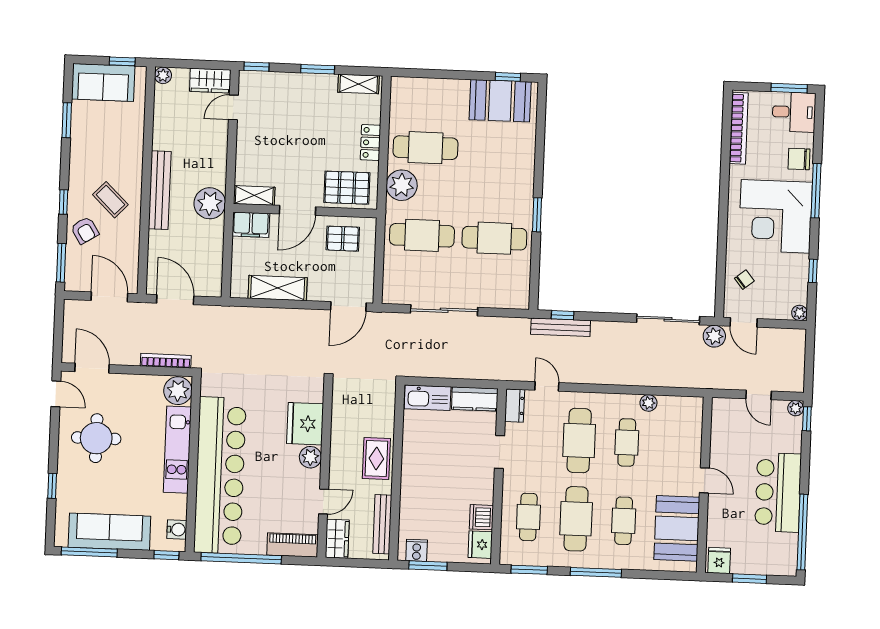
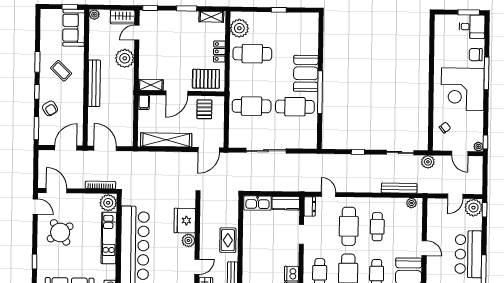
window: (508, 77) -> (279, 10), moved
sofa: (103, 82) -> (74, 28), moved, turned 90
booth: (500, 101) -> (306, 73), moved, turned 90
window: (67, 120) -> (37, 62), moved
bookcase: (739, 128) -> (439, 37), removed
plant: (402, 185) -> (239, 28), moved
coffee table: (110, 200) -> (61, 71), moved
plant: (210, 203) -> (125, 58), moved
window: (537, 215) -> (320, 92), width x2.11
filing cabinet: (251, 225) -> (144, 102), width x0.50
pallet: (343, 239) -> (204, 109), turned 90
window: (813, 271) -> (485, 142), moved
shelving: (278, 288) -> (166, 140), width x1.47
door: (109, 297) -> (66, 148), hinge flipped
window: (563, 315) -> (358, 152), moved
sliding door: (668, 319) -> (400, 152), width x0.73
door: (744, 322) -> (460, 153), moved
bench: (561, 327) -> (399, 188), moved
door: (759, 395) -> (455, 196), hinge flipped
plant: (648, 403) -> (412, 203), moved
plant: (796, 408) -> (473, 208), width x1.88, depth x1.88
round table: (96, 438) -> (60, 232), turned -34

